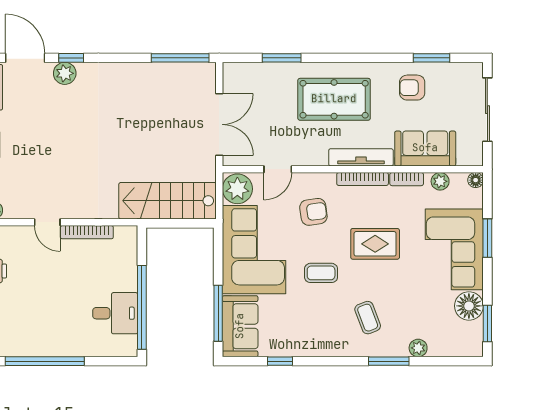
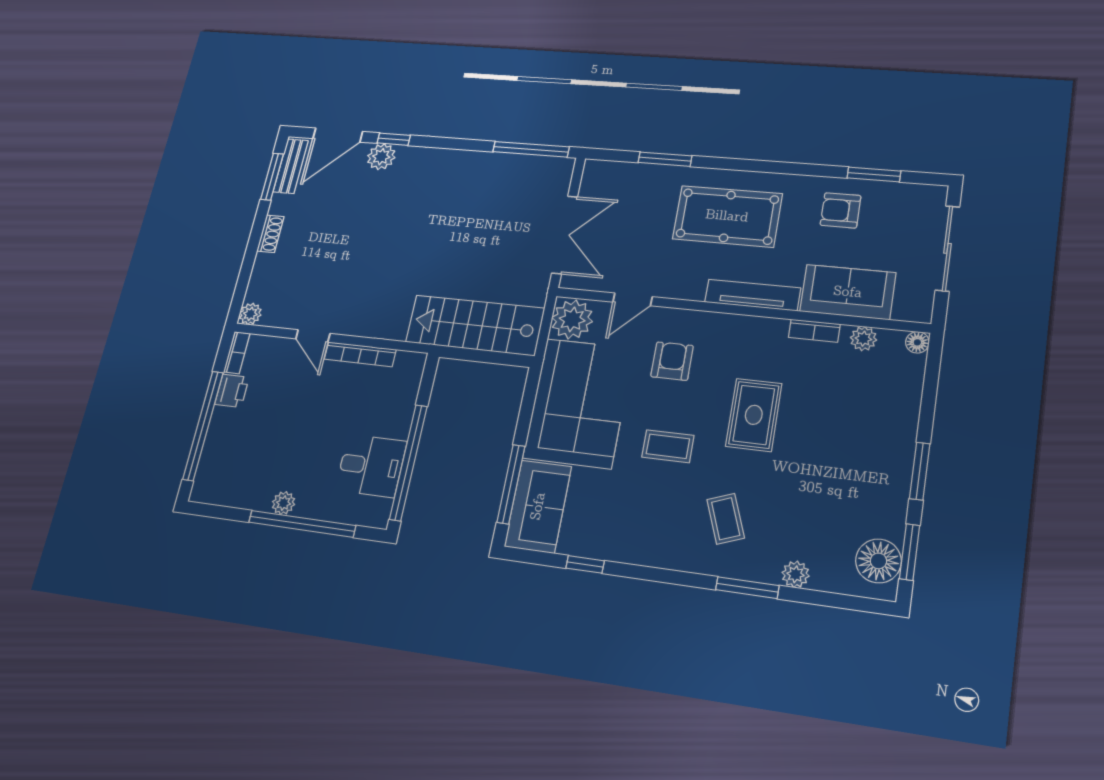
door: (25, 58) -> (338, 135), swing flipped
bookcase: (363, 179) -> (750, 324), removed
armchair: (313, 212) -> (672, 361), turned -82
window: (487, 238) -> (920, 471), moved
rug: (375, 244) -> (754, 415), turned 90
corner sofa: (454, 249) -> (872, 436), removed
floor lamp: (469, 306) -> (878, 561), moved
plant: (58, 348) -> (283, 503), added
window: (45, 361) -> (302, 524), moved

